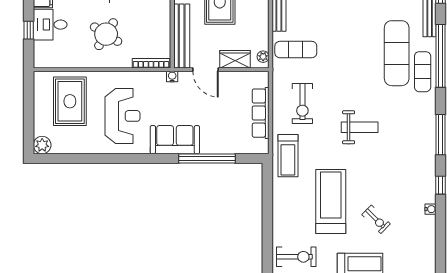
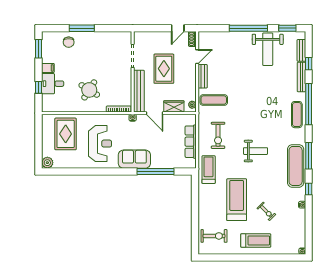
exercise mat: (397, 53) -> (296, 166), moved
treadmill: (288, 156) -> (209, 170), turned 180

